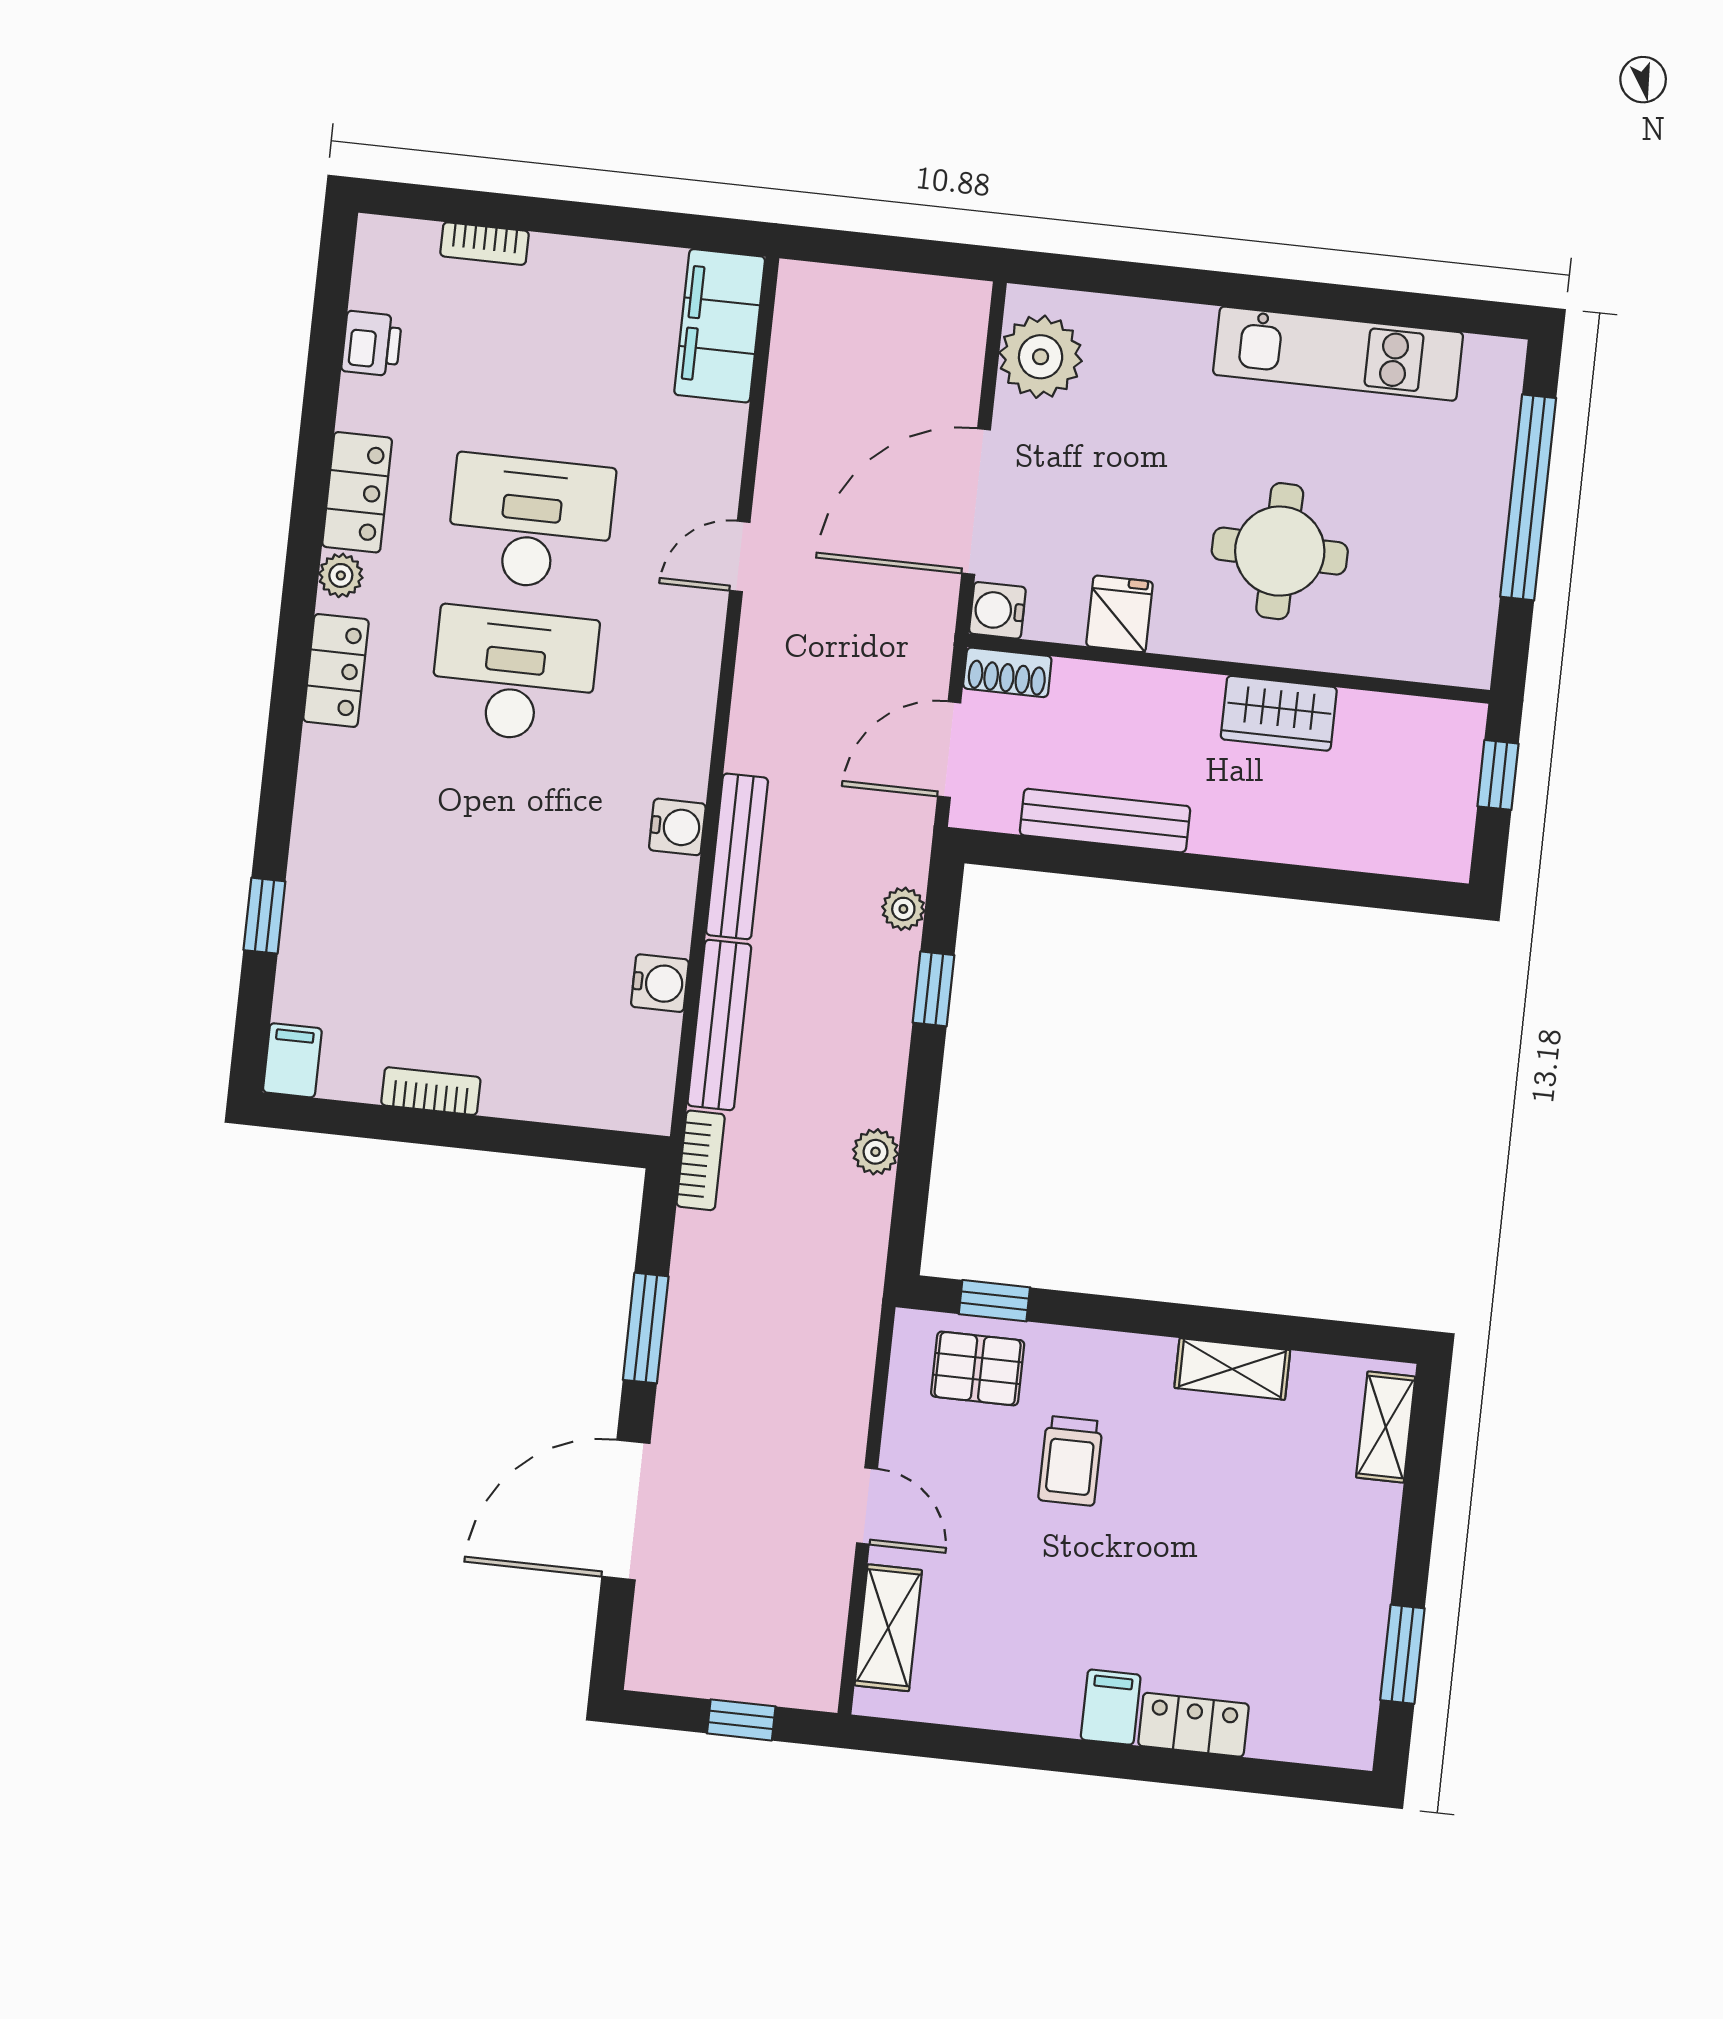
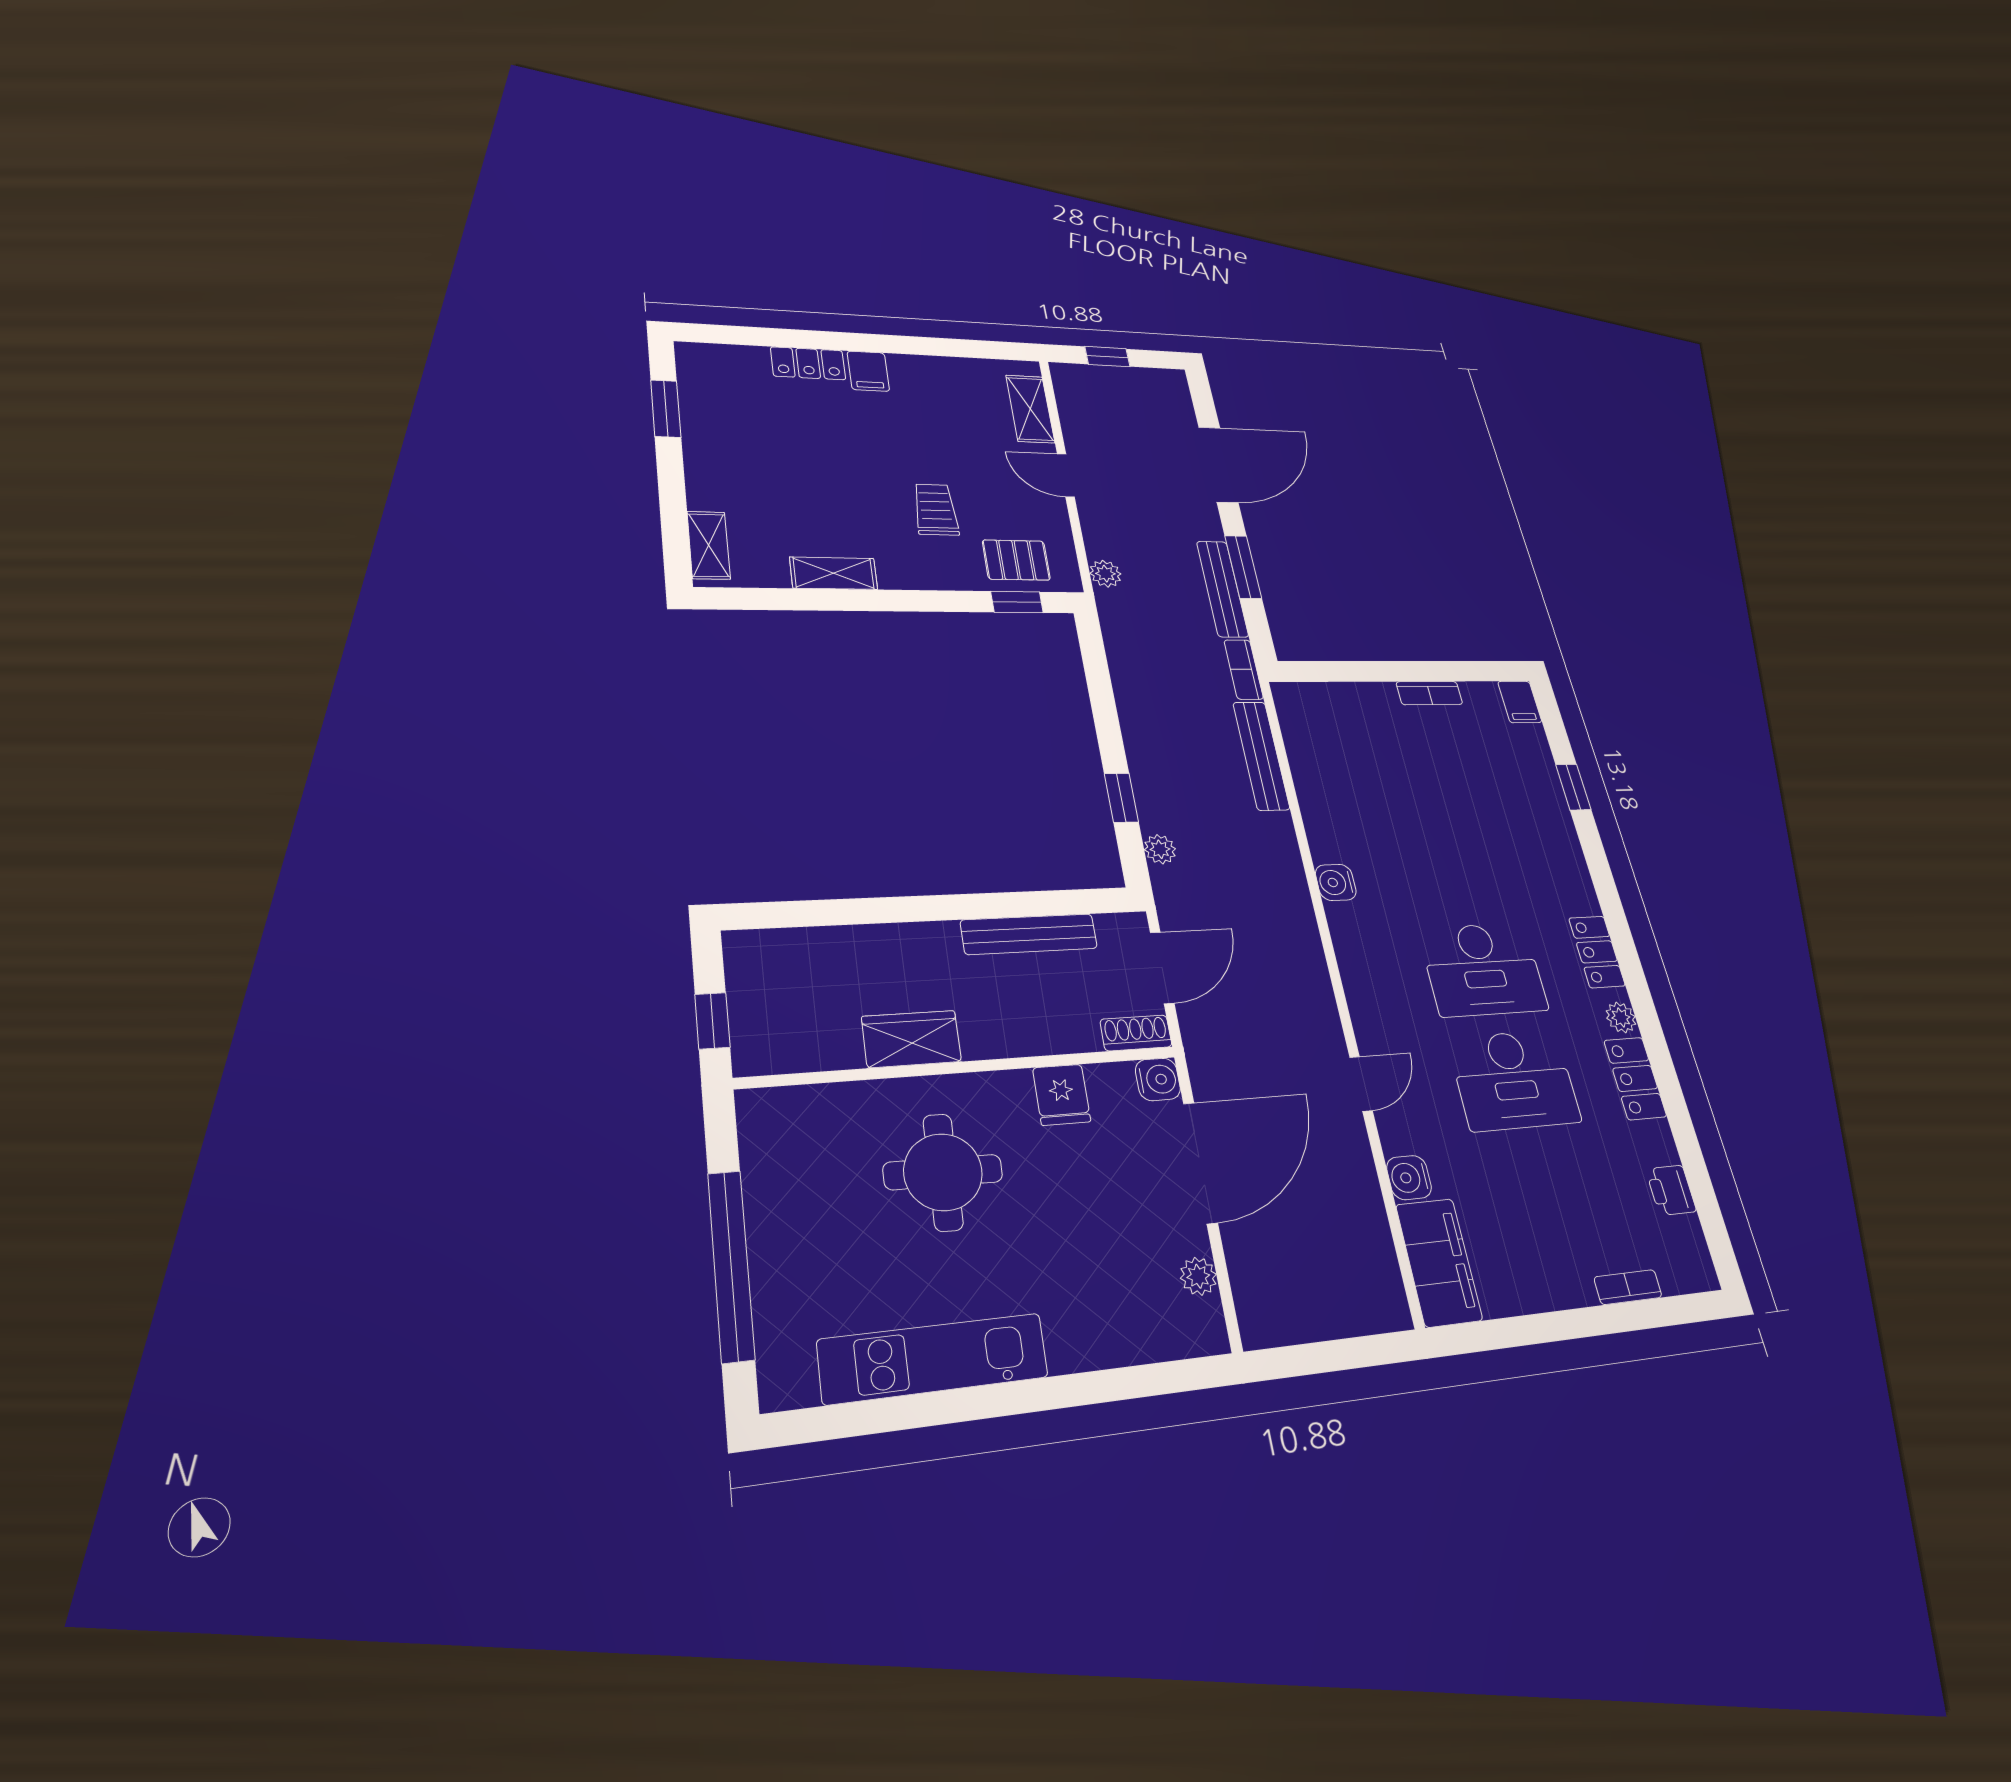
plant: (1041, 357) -> (1198, 1276), width x0.53, depth x0.53
bench: (737, 856) -> (1222, 589), moved
water cooler: (660, 983) -> (1409, 1178), moved
plant: (876, 1152) -> (1105, 574), moved

